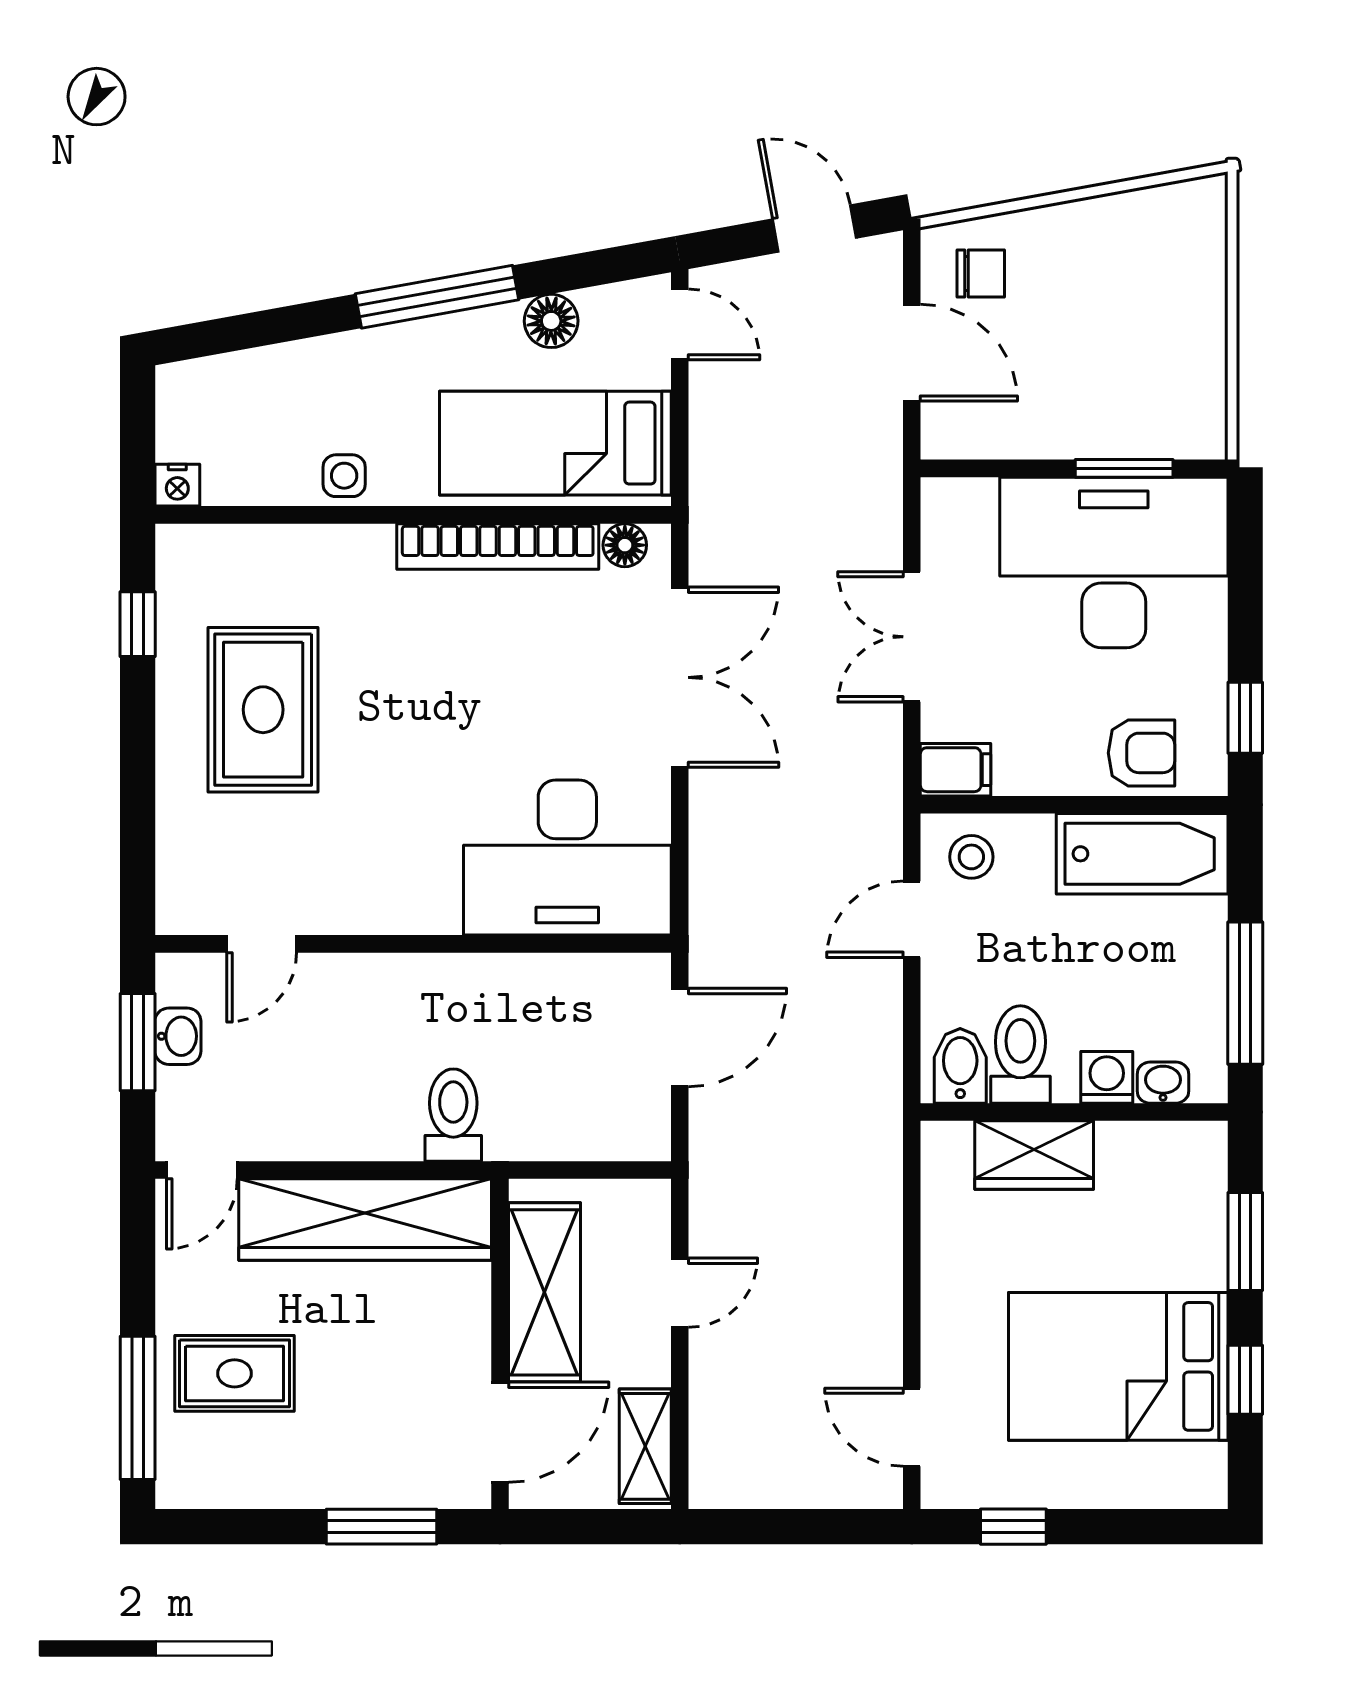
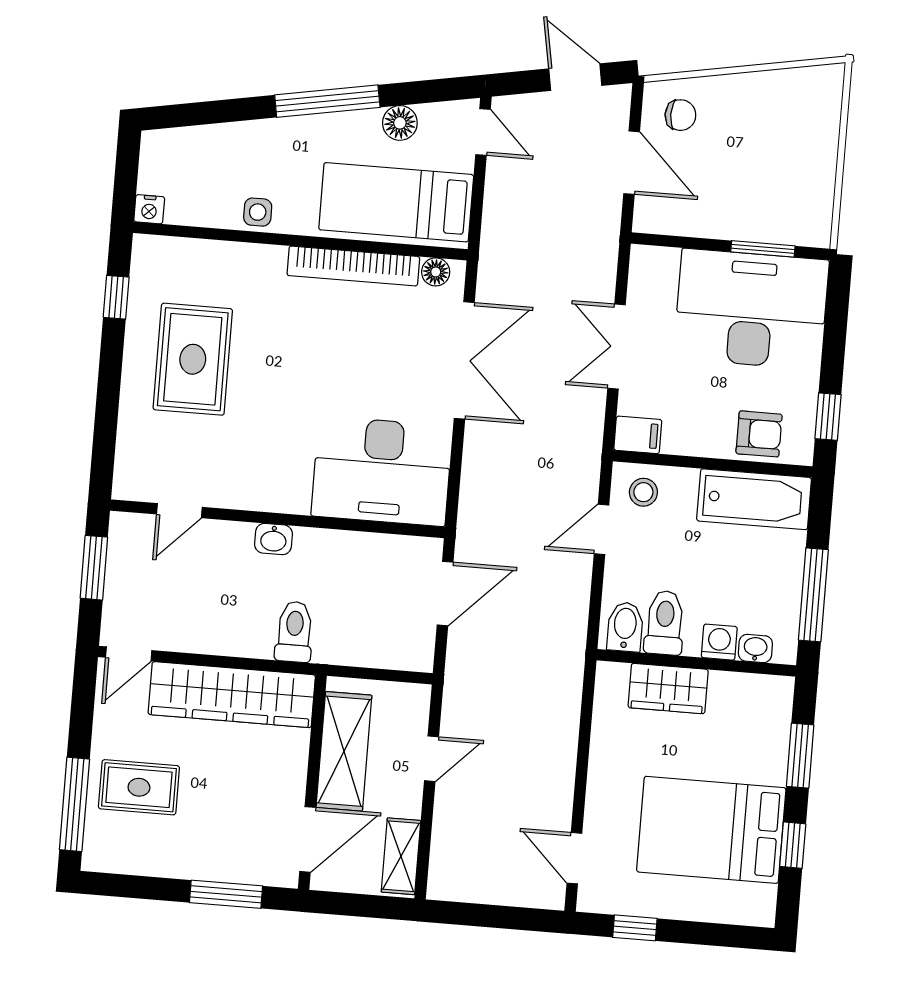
washbasin: (178, 1036) -> (273, 539), moved, turned 90

